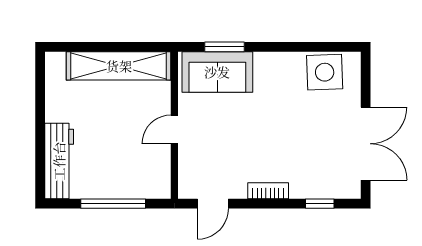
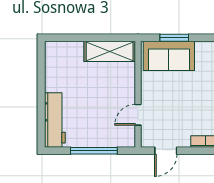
shelving: (119, 66) -> (110, 51), width x0.68
door: (174, 130) -> (138, 115), moved

